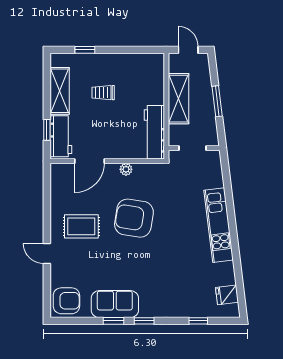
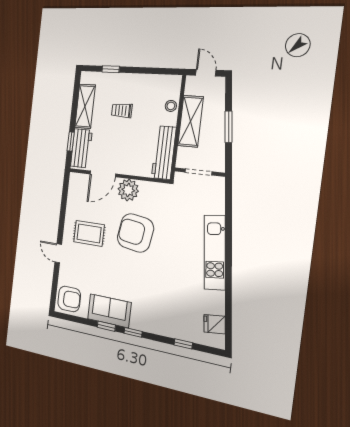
stool: (156, 85) -> (171, 106), added
plant: (126, 169) -> (128, 190), width x1.87, depth x1.87

